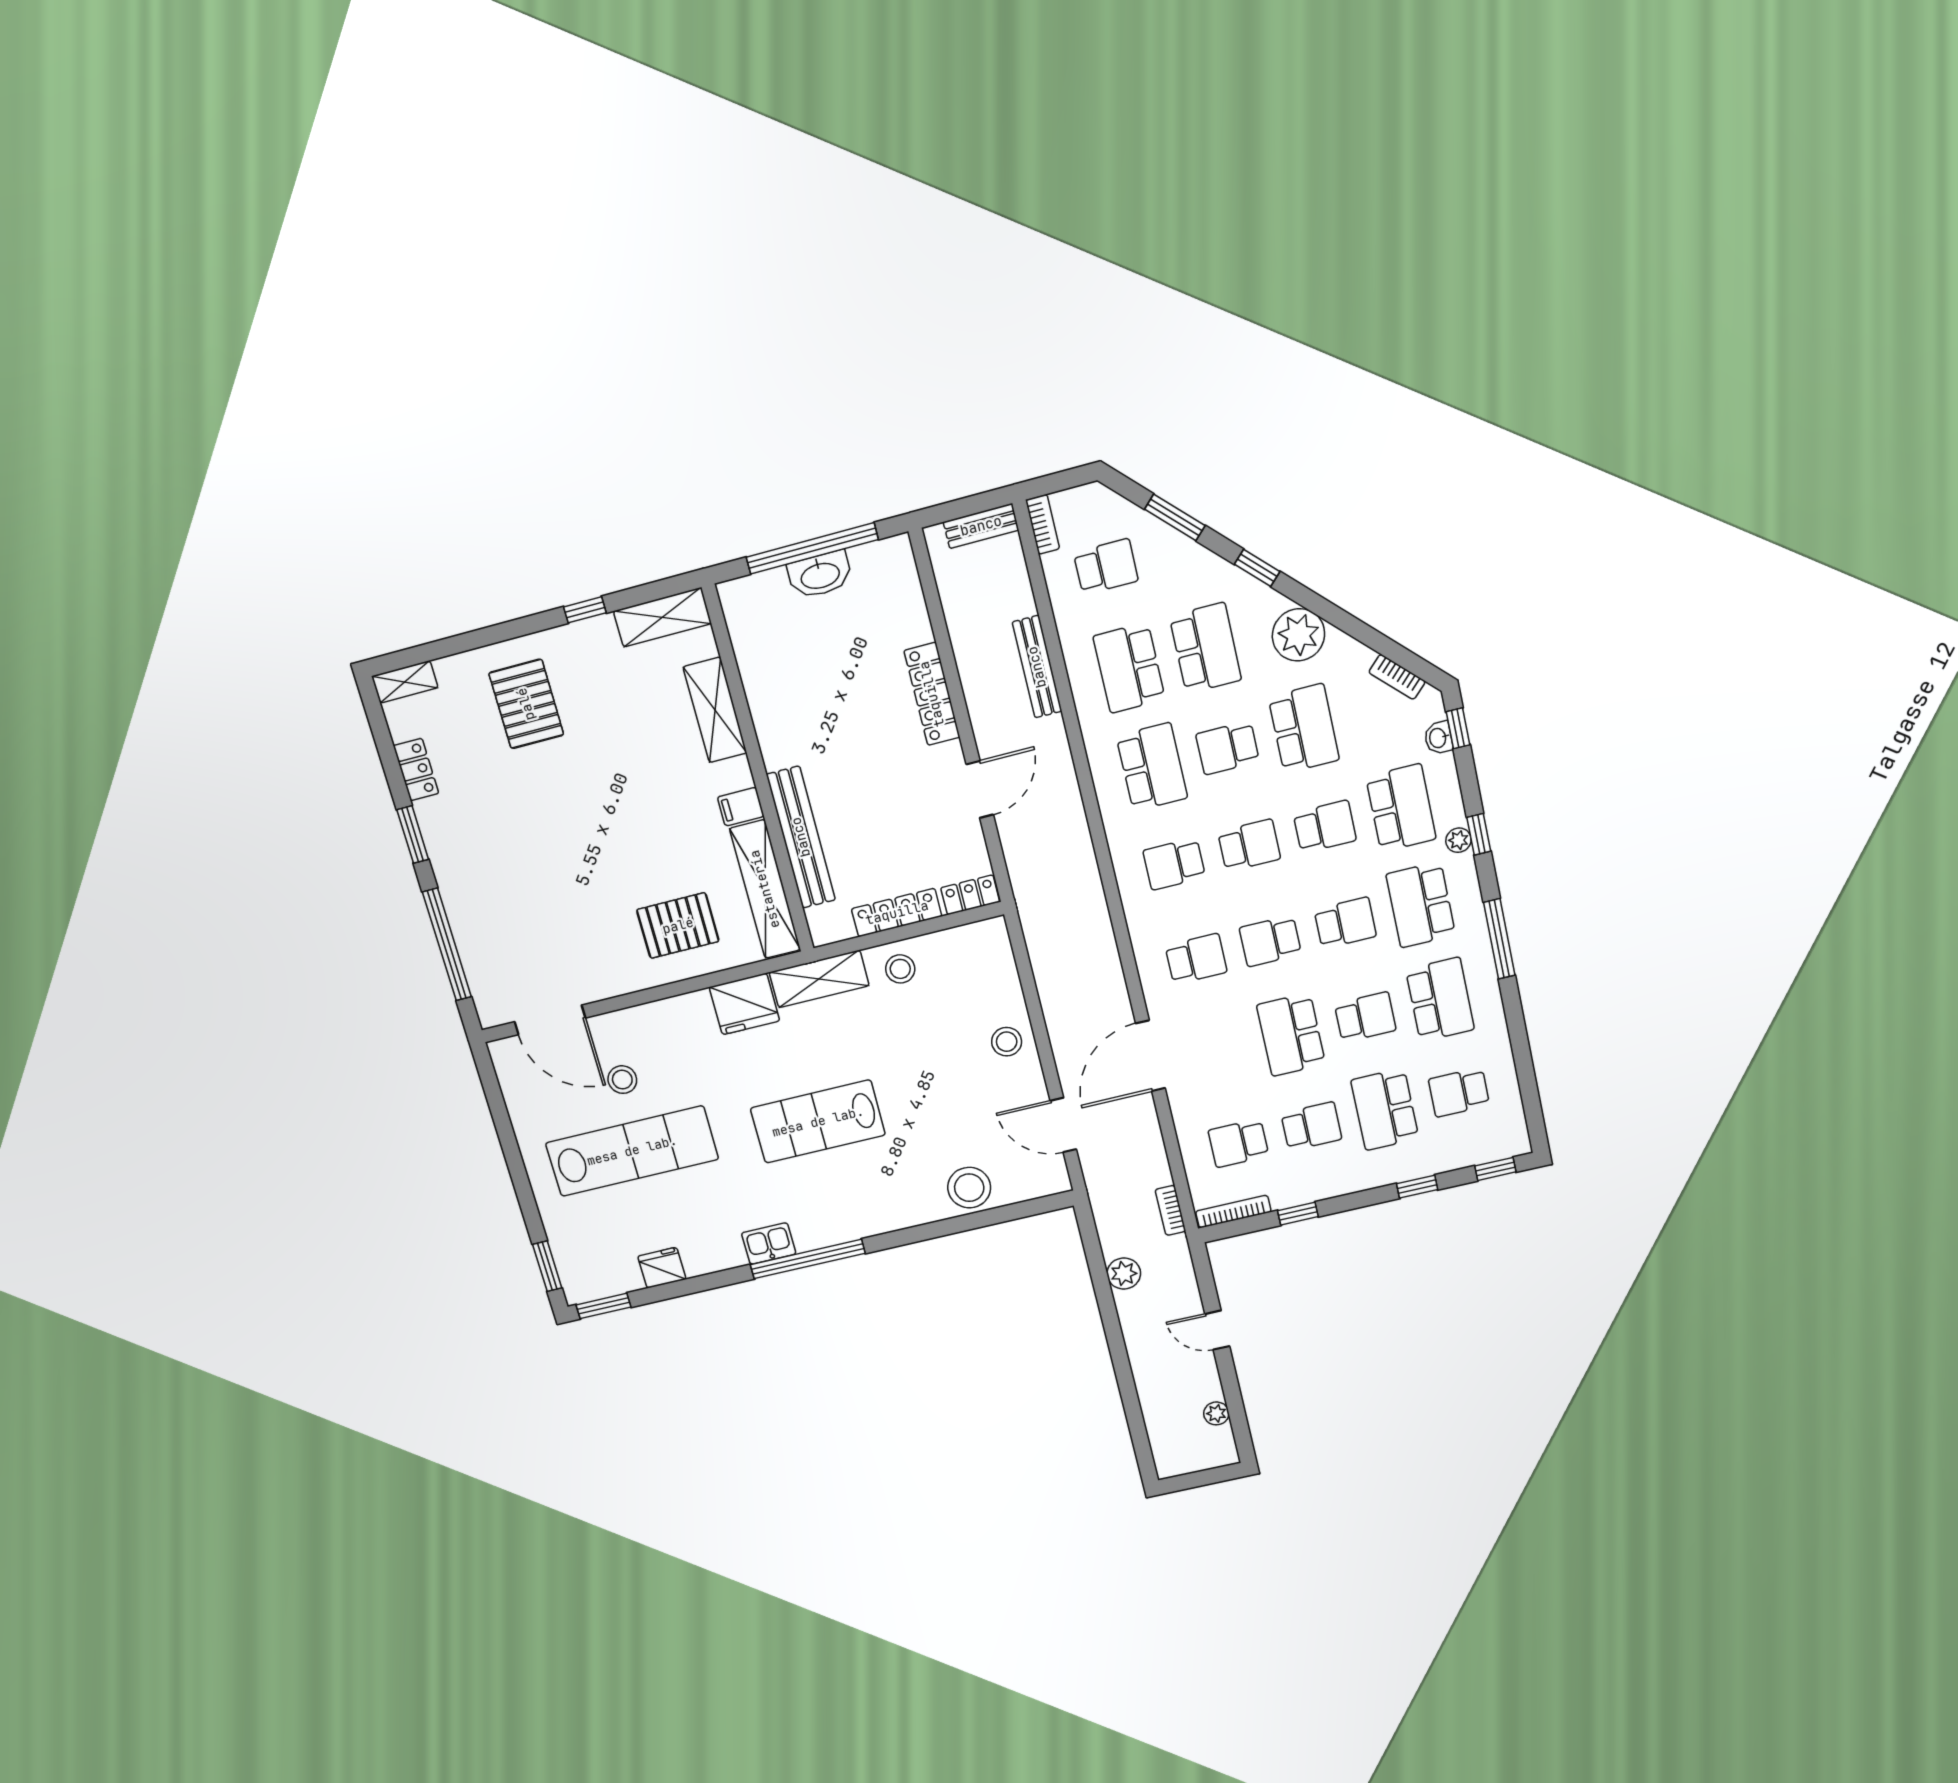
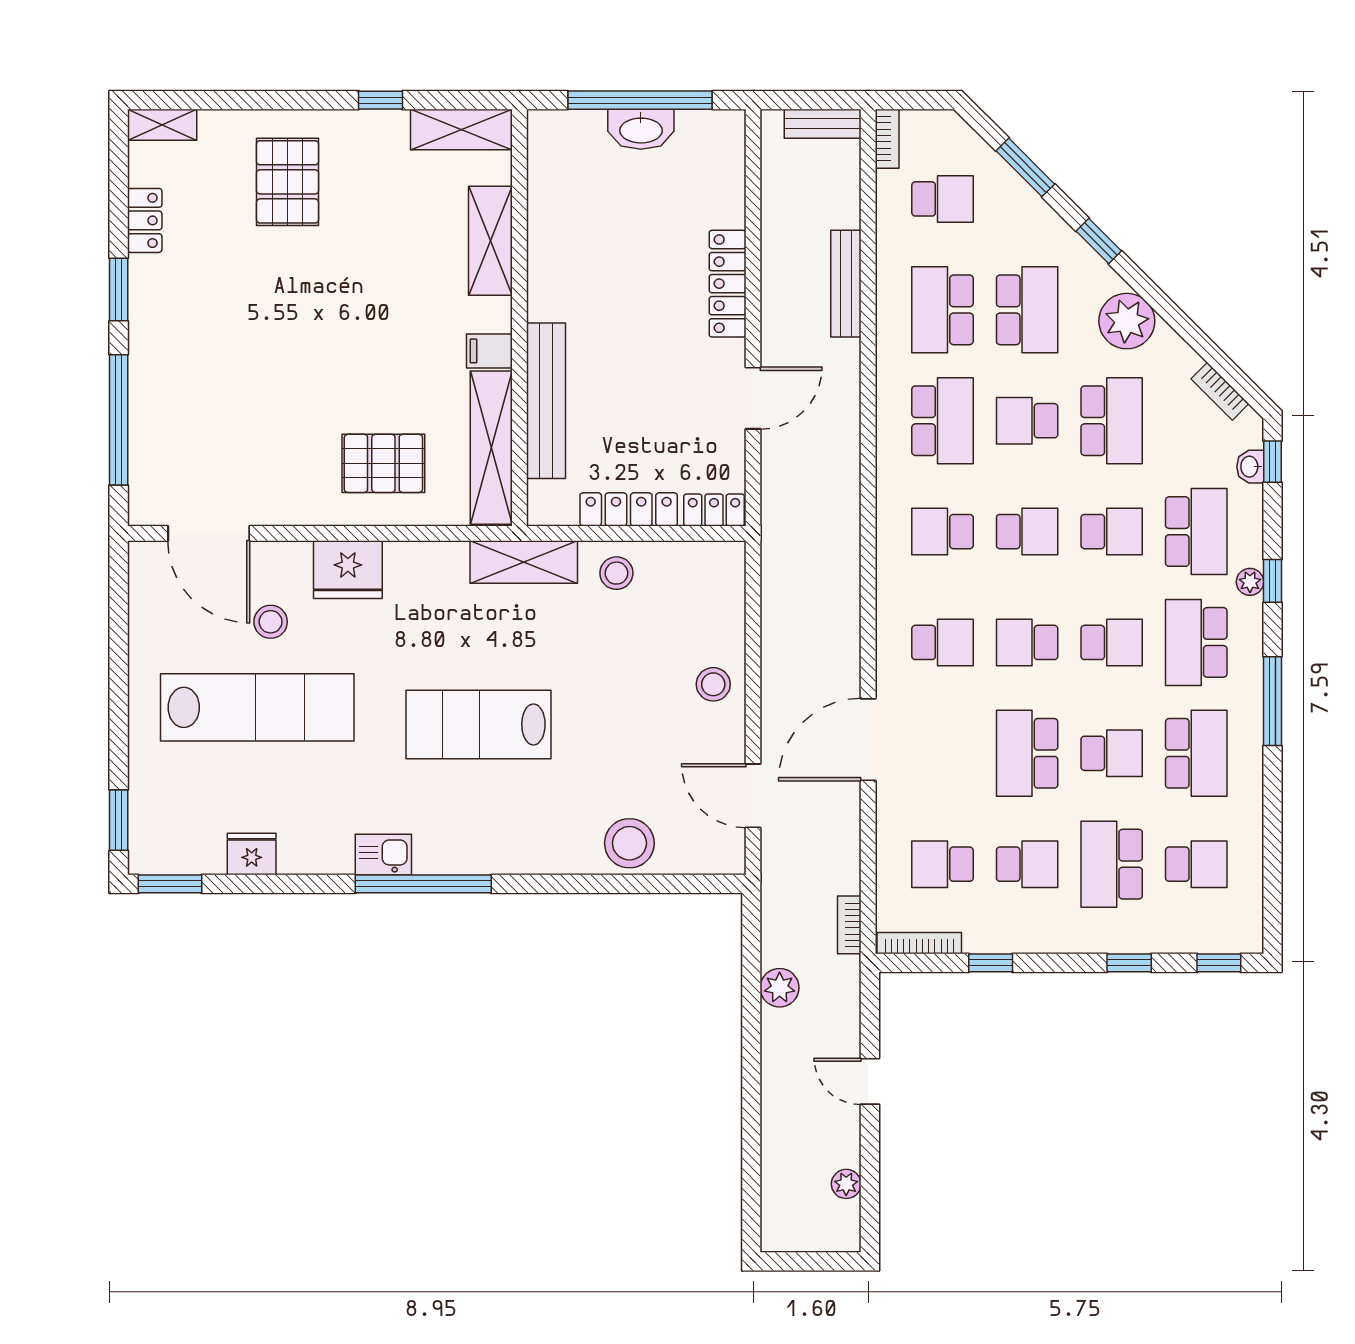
fridge: (744, 1004) -> (348, 570), moved
school desk: (1459, 1092) -> (1196, 864), turned 180

